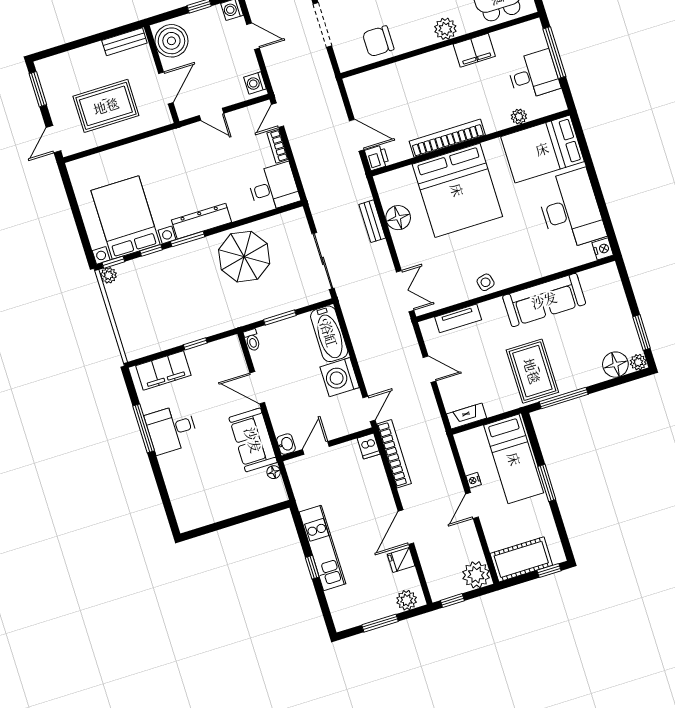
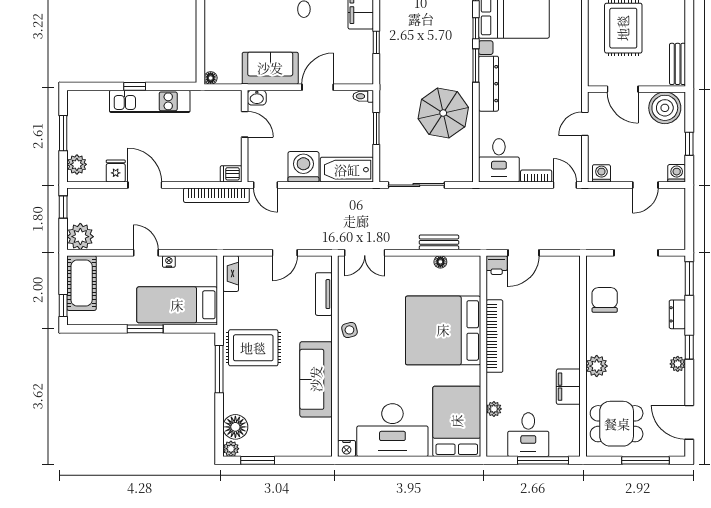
floor lamp: (398, 218) -> (440, 262), width x0.53, depth x0.53
floor lamp: (274, 472) -> (211, 78), moved

